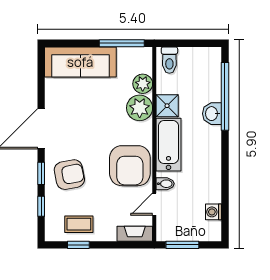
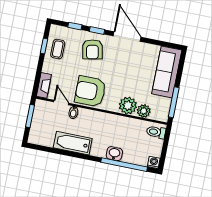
shower: (167, 106) -> (126, 124), removed
bathtub: (168, 145) -> (73, 143), moved, turned 180
washing machine: (213, 212) -> (154, 162), moved

